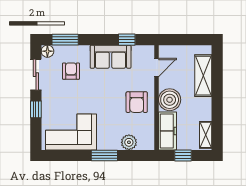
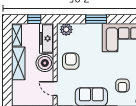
door: (157, 67) -> (55, 88), hinge flipped
shelving: (203, 76) -> (18, 63), moved
plant: (129, 142) -> (66, 29), moved

